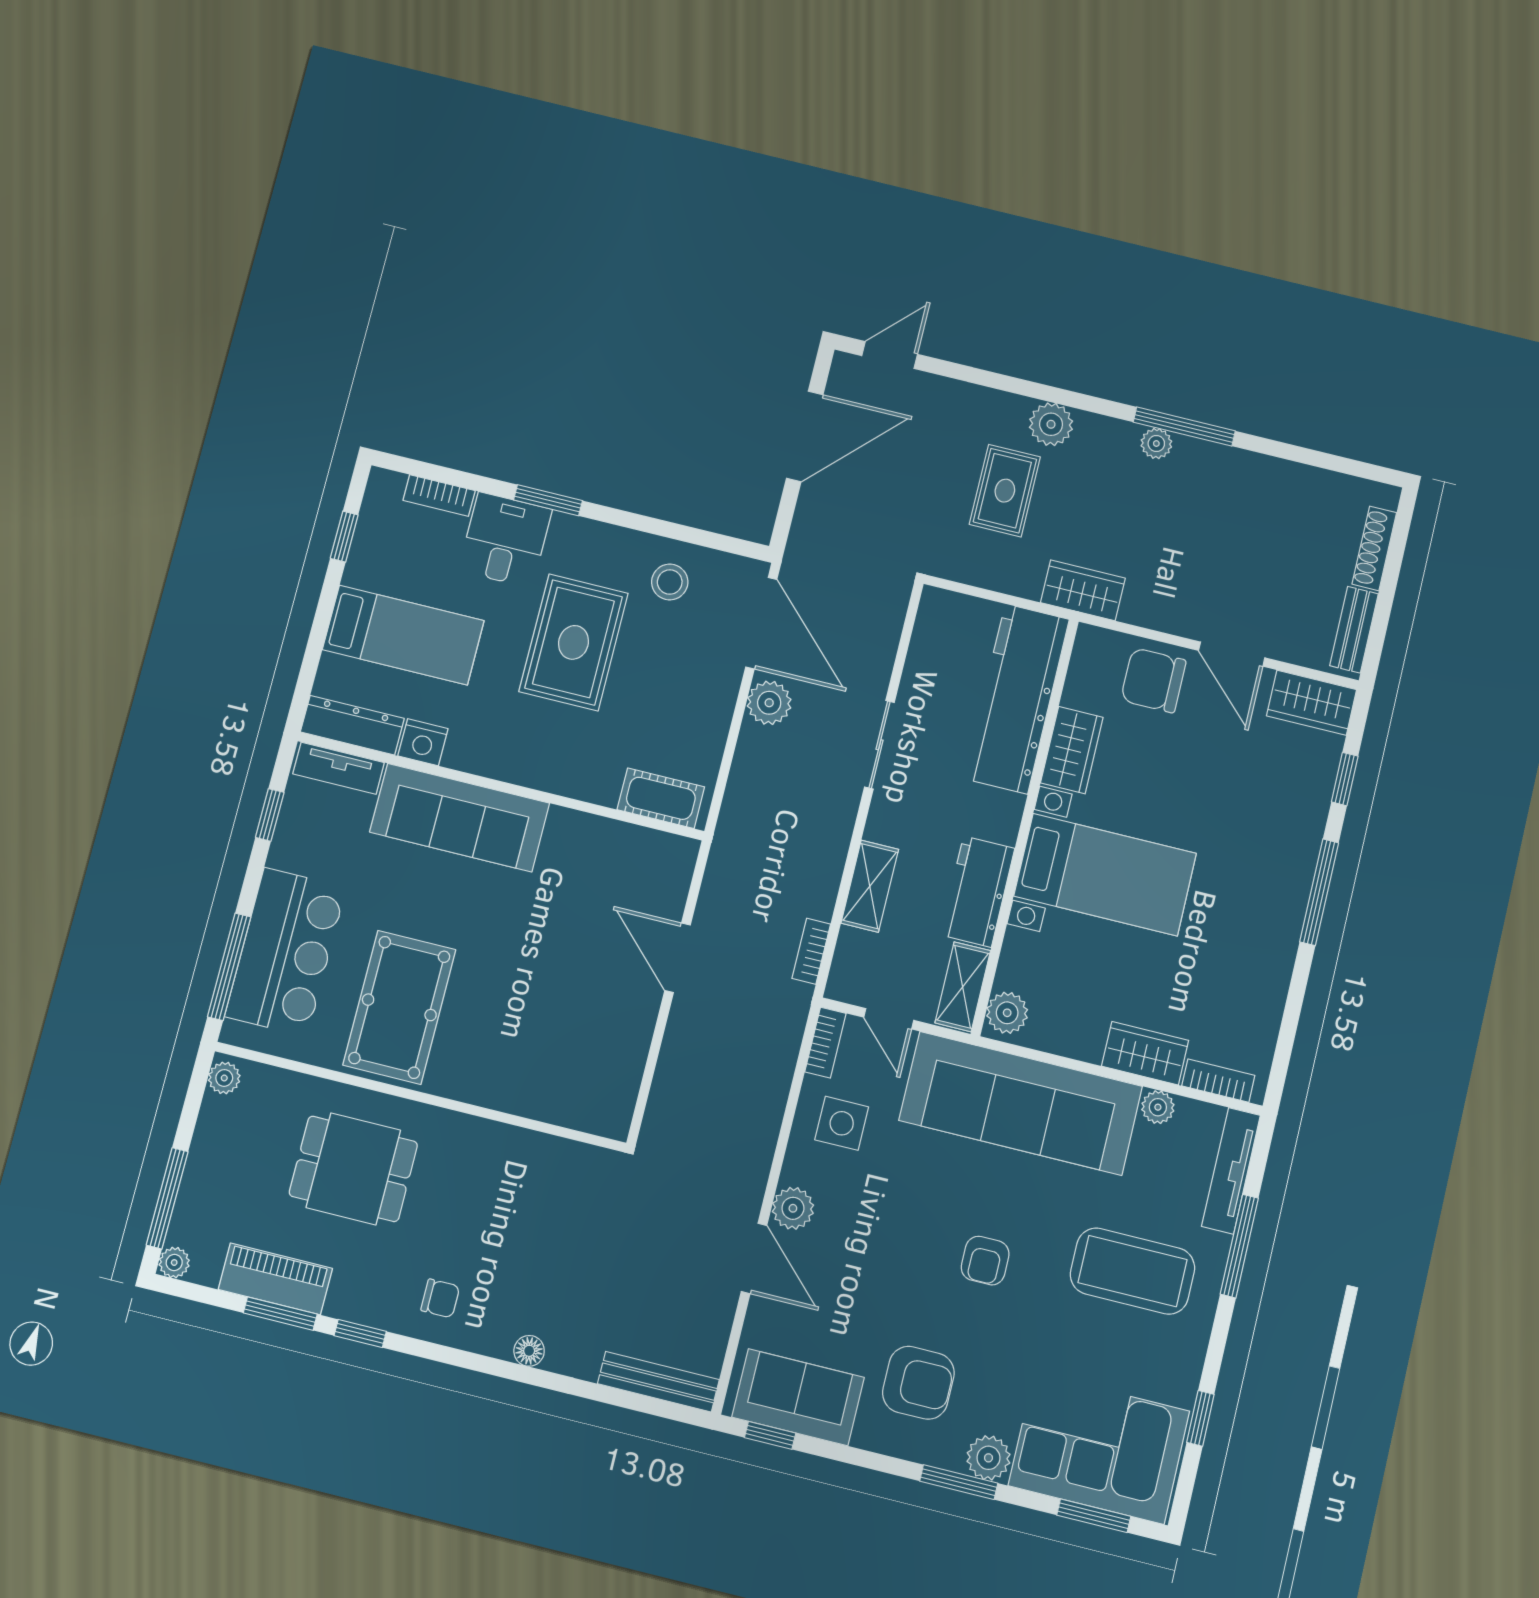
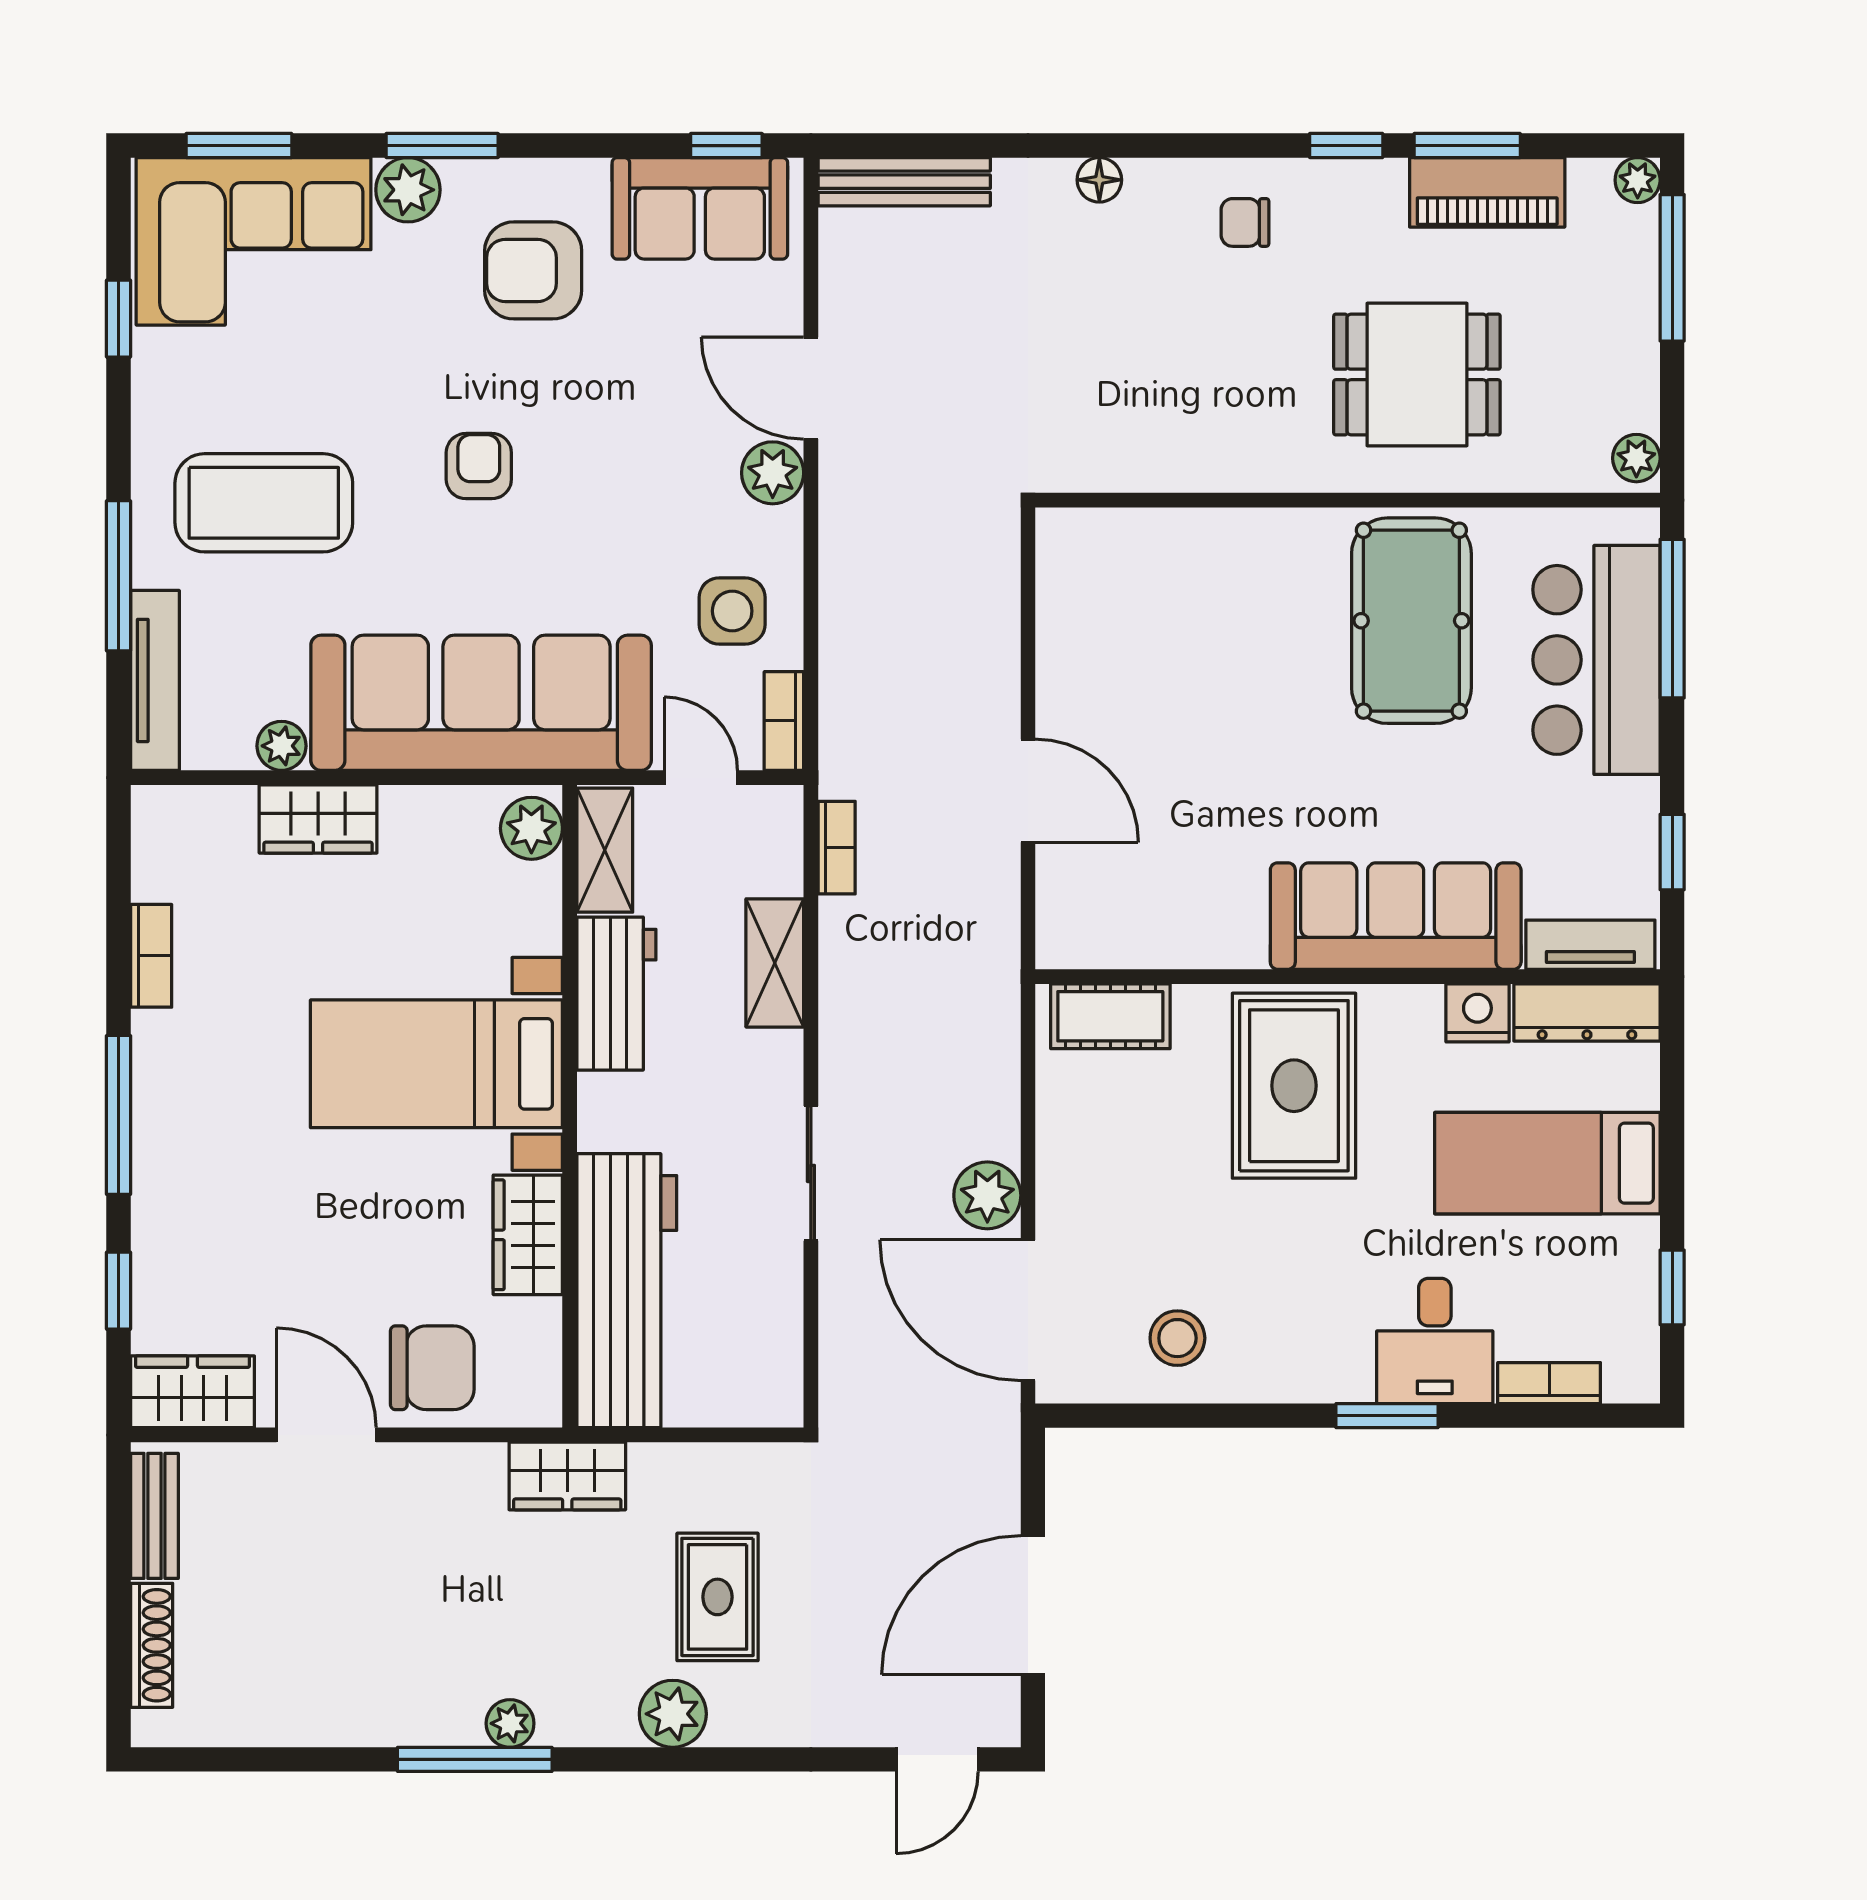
rug: (574, 642) -> (1294, 1086), moved
bookcase: (1218, 1081) -> (151, 956), moved, turned -90

